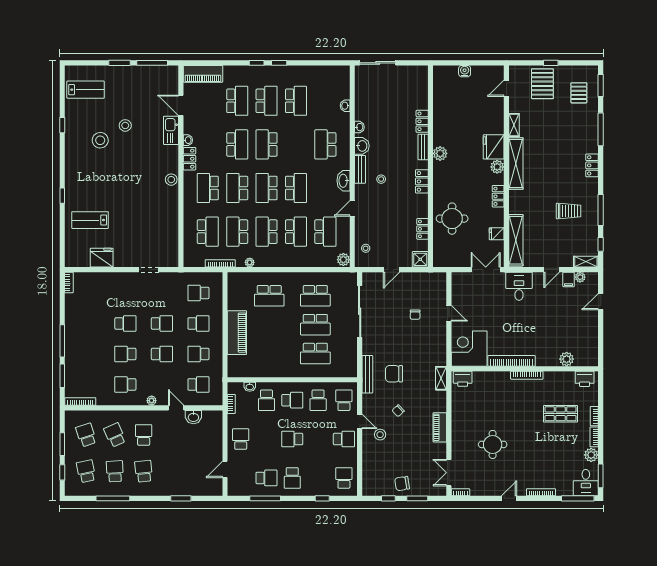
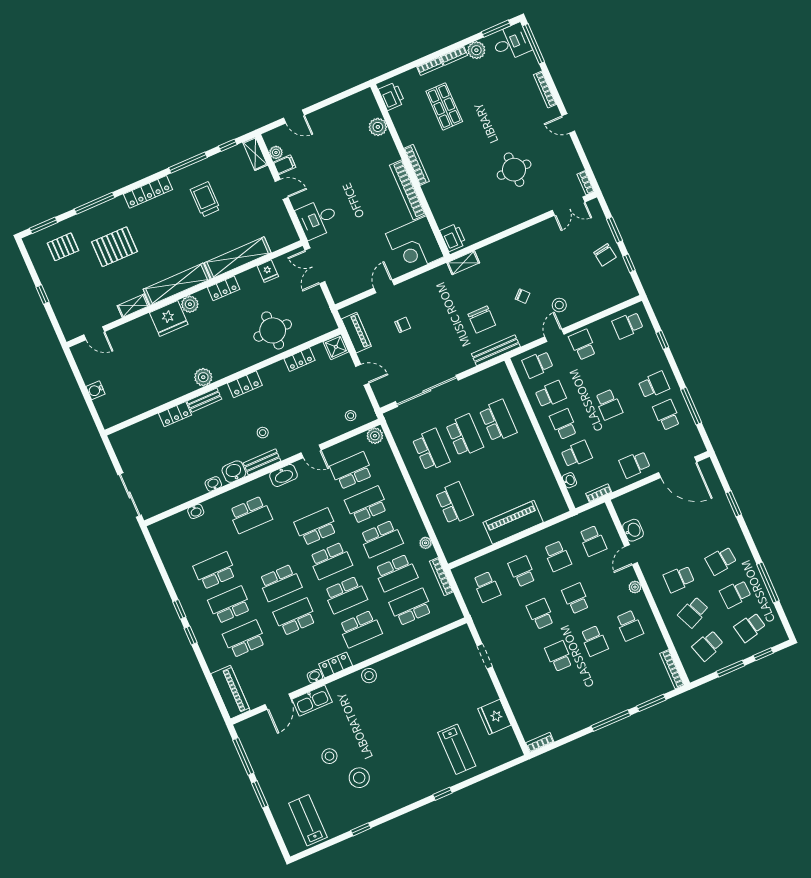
pallet: (542, 84) -> (115, 247), moved
locker: (592, 165) -> (148, 192), width x1.53
shelving: (516, 240) -> (238, 258), moved
school desk: (198, 384) -> (593, 541), turned 180
piano: (440, 427) -> (356, 333), moved, turned -90
door: (225, 469) -> (678, 467), width x1.88

